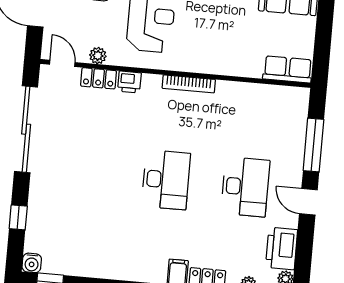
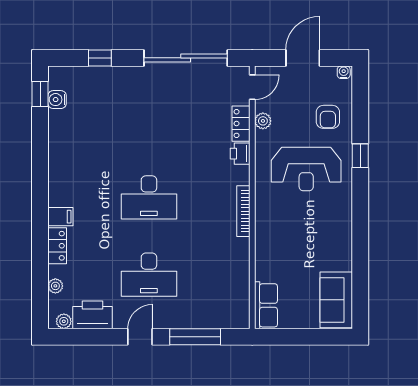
water cooler: (32, 263) -> (57, 100), moved

